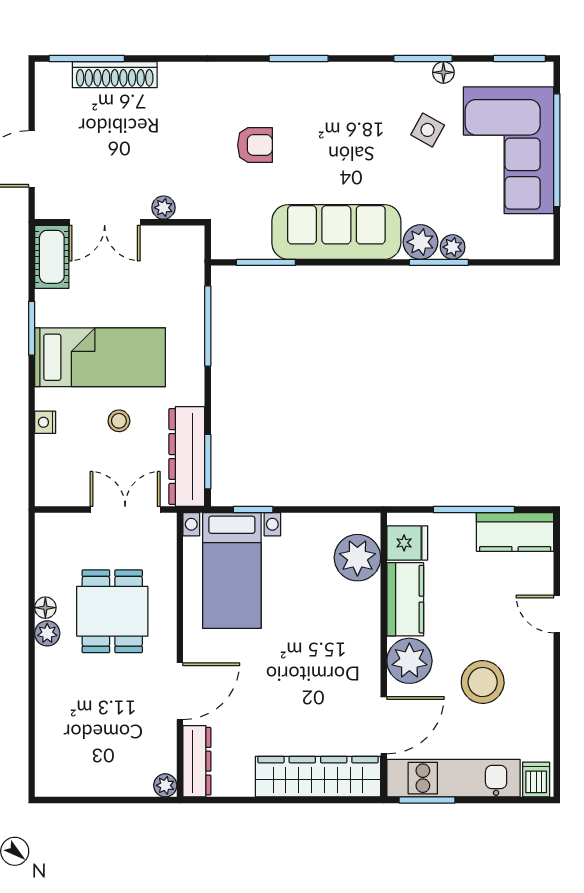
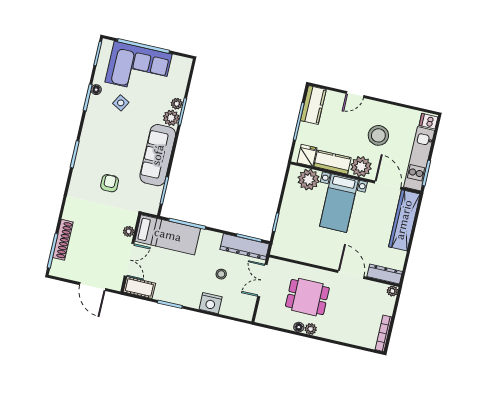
bed: (100, 357) -> (168, 235), moved, turned 90
nightstand: (45, 422) -> (211, 303), width x1.89, depth x1.79
bed with nightstands: (232, 570) -> (339, 203), moved, turned 90
bookcase: (73, 787) -> (384, 333), added

